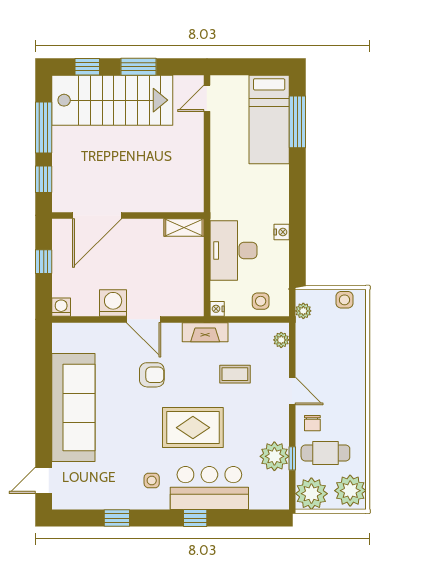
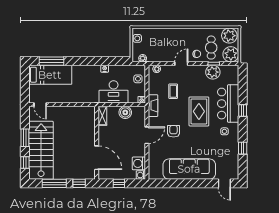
boiler: (191, 275) -> (125, 112), added
washing machine: (113, 303) -> (139, 163), moved

